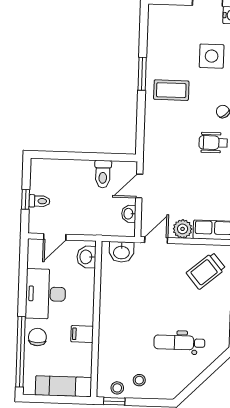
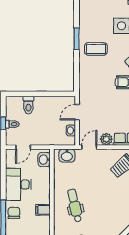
toilet: (103, 174) -> (28, 105), moved
dental chair: (179, 342) -> (75, 205), moved, turned 77

